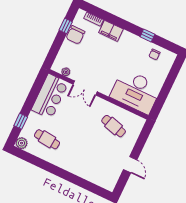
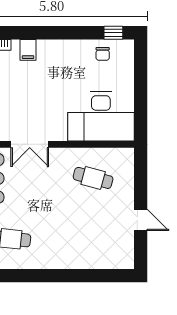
filing cabinet: (111, 31) -> (28, 50), width x0.50
window: (147, 36) -> (113, 33), moved

